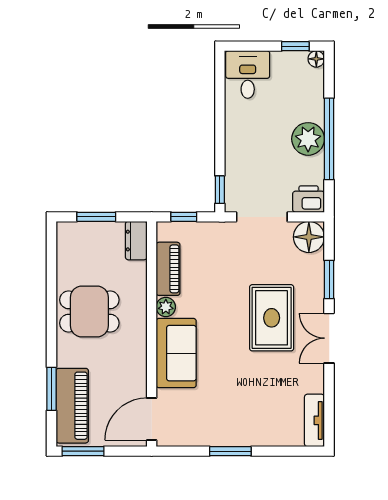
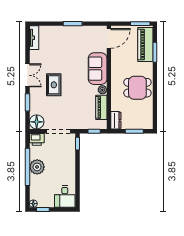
rug: (272, 318) -> (54, 85), width x0.73, depth x0.70

